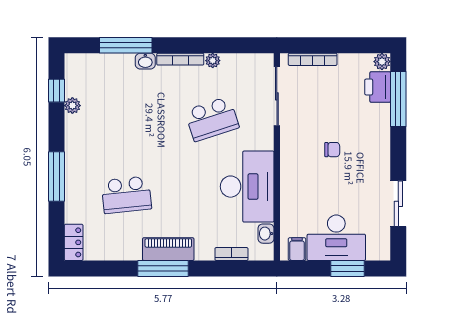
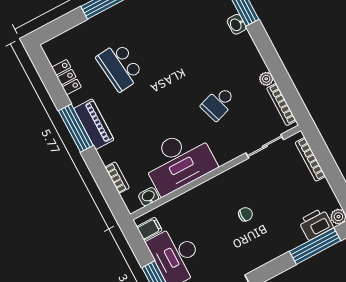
bookcase: (180, 59) -> (281, 105), moved
sliding door: (277, 96) -> (265, 146), width x0.73
school desk: (212, 119) -> (218, 103), width x0.54
chair: (332, 150) -> (245, 214), turned -90
locker: (74, 242) -> (67, 77), moved, turned -90

